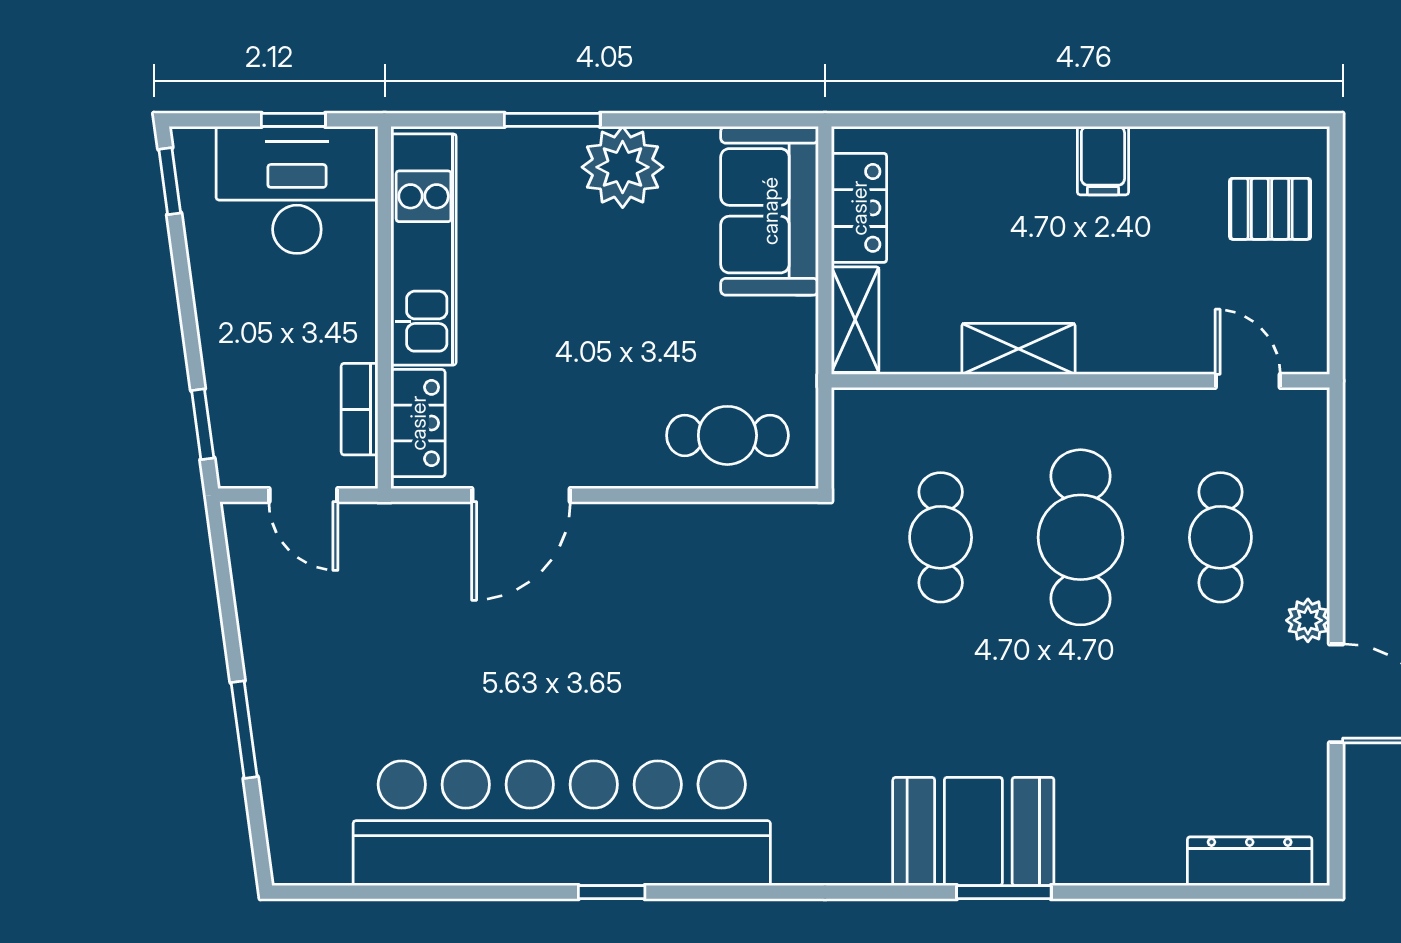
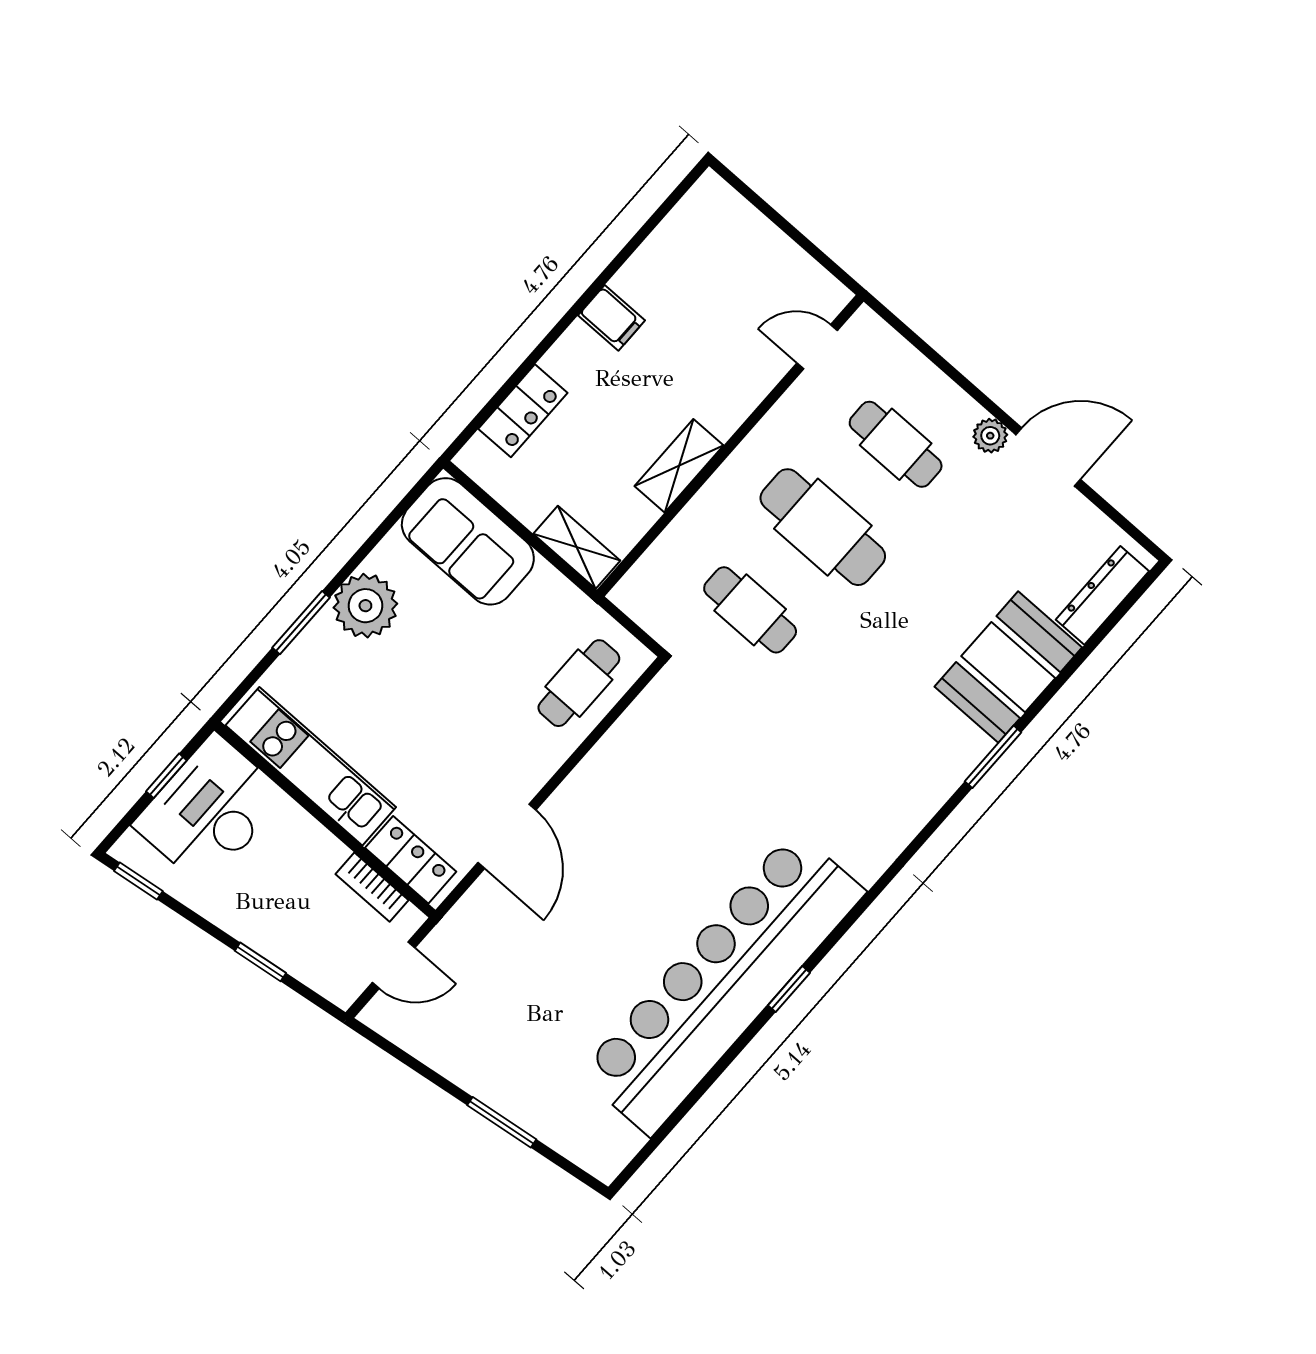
locker: (859, 208) -> (523, 411), moved, turned 90
pallet: (1270, 209) -> (727, 244), removed
window: (203, 424) -> (260, 962), moved
booth: (973, 831) -> (1008, 667), moved

